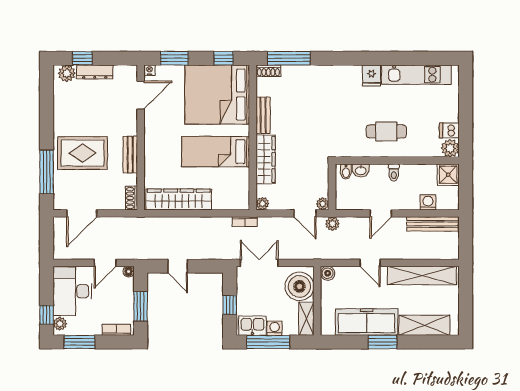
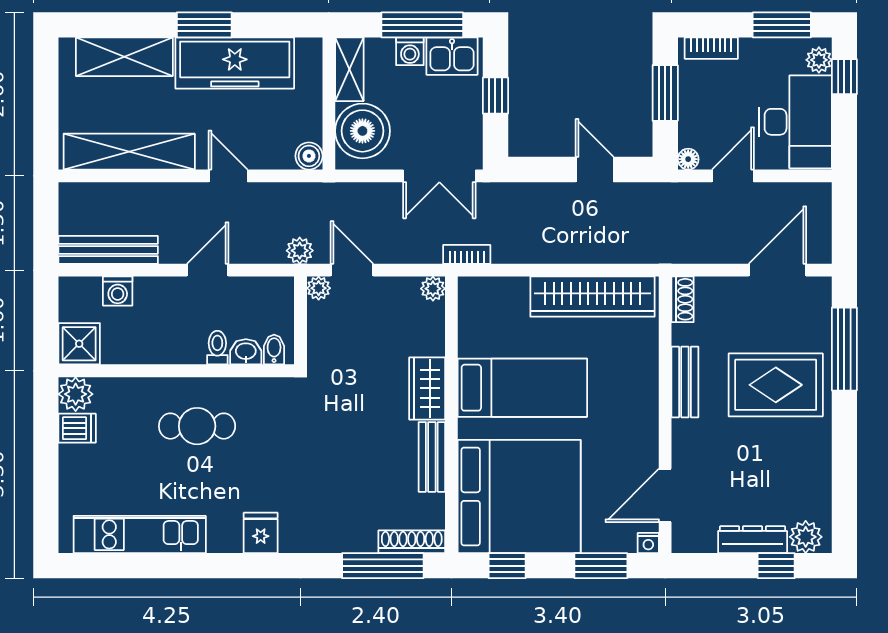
shoe rack: (268, 71) -> (412, 542), width x1.43
fridge: (371, 75) -> (261, 533), moved
wardrobe: (266, 159) -> (427, 388), width x0.67
toilet: (394, 173) -> (217, 348), moved

